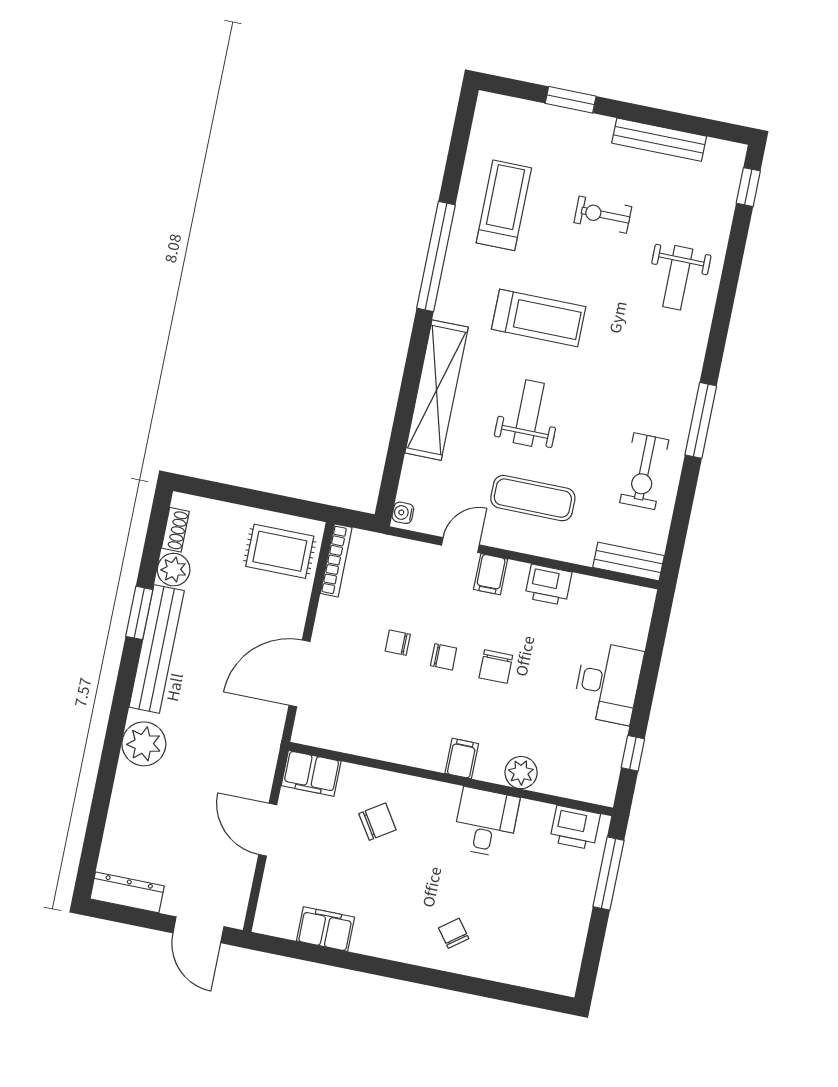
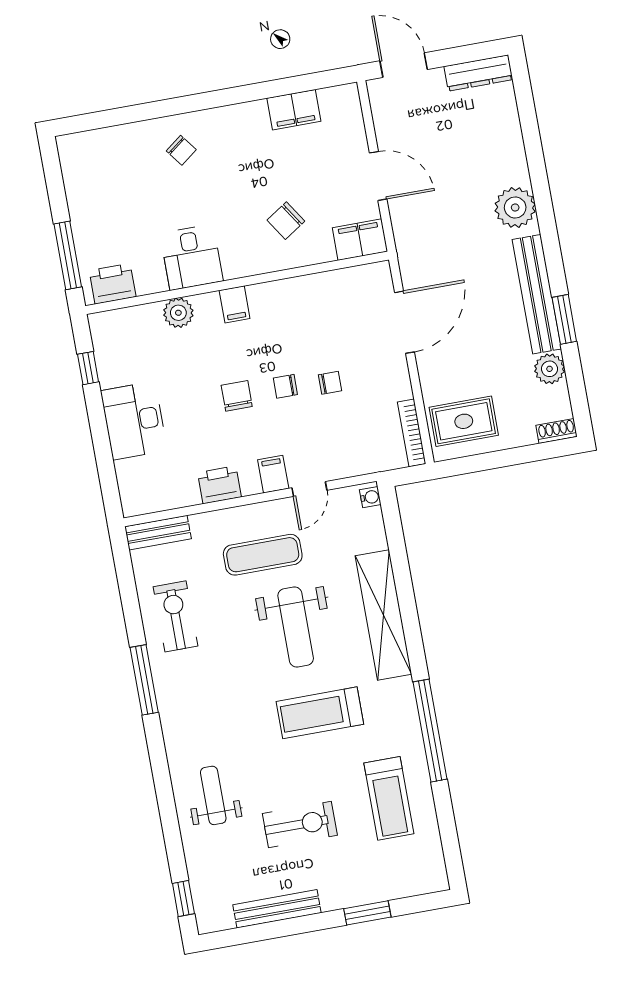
exercise bike: (603, 215) -> (300, 824), width x1.38, depth x1.39
weight bench: (529, 413) -> (296, 627), width x1.36, depth x1.33
shoe rack: (175, 530) -> (556, 431), moved, turned 90

